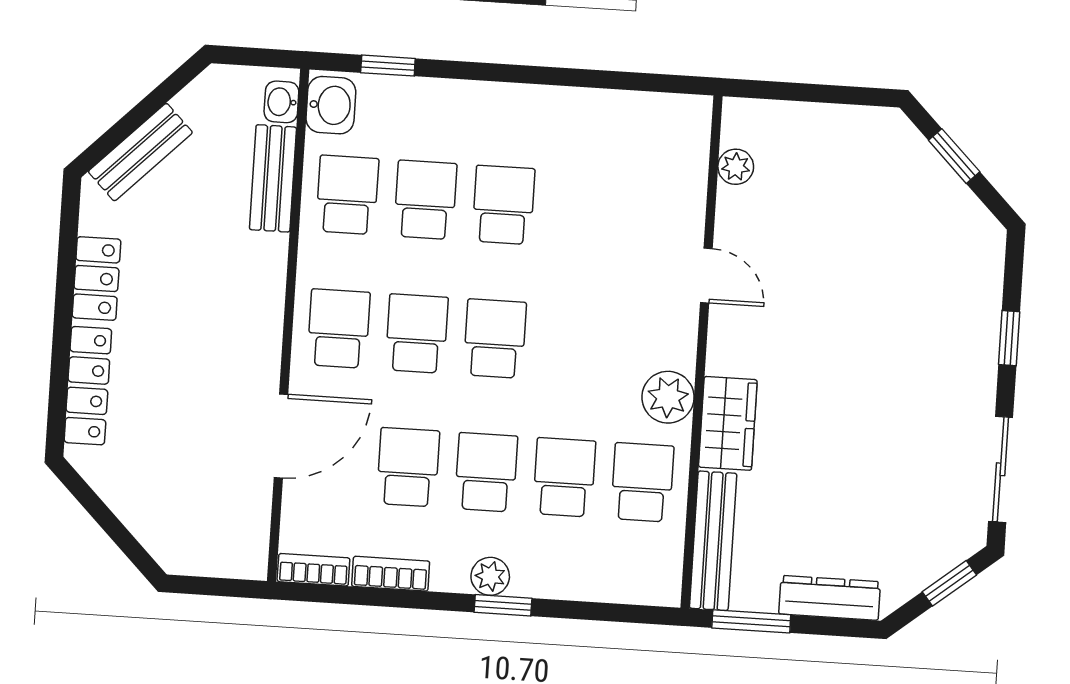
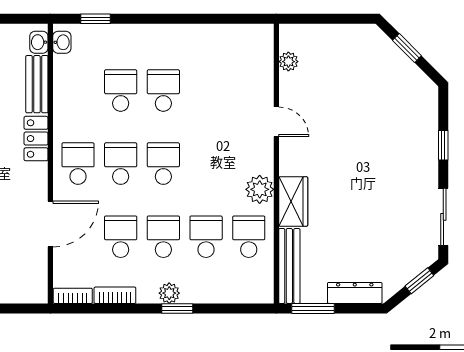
washbasin: (331, 105) -> (62, 42), width x0.72, depth x0.69
school desk: (347, 195) -> (78, 91), removed
locker: (265, 278) -> (36, 139), added

